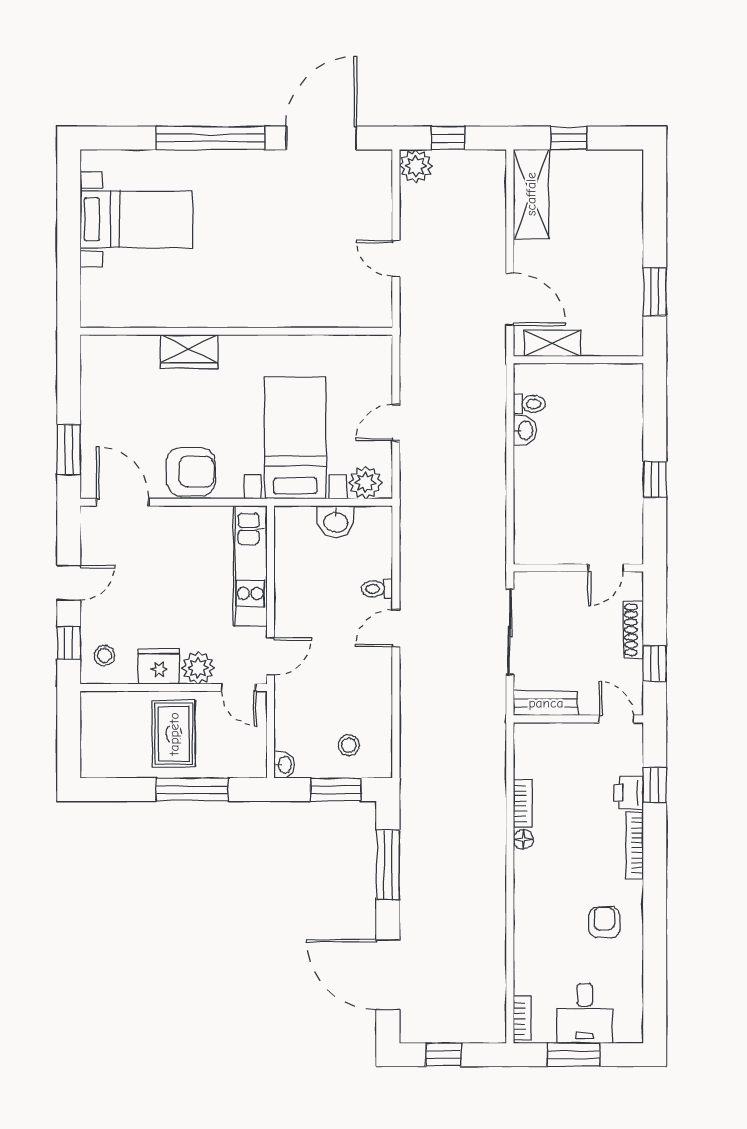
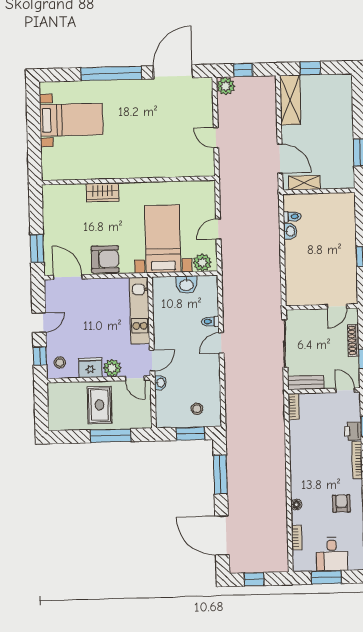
washbasin: (284, 765) -> (160, 383), moved
bookcase: (523, 804) -> (294, 407), moved
floor lamp: (523, 839) -> (296, 505), moved
bookcase: (522, 1019) -> (297, 538), moved

